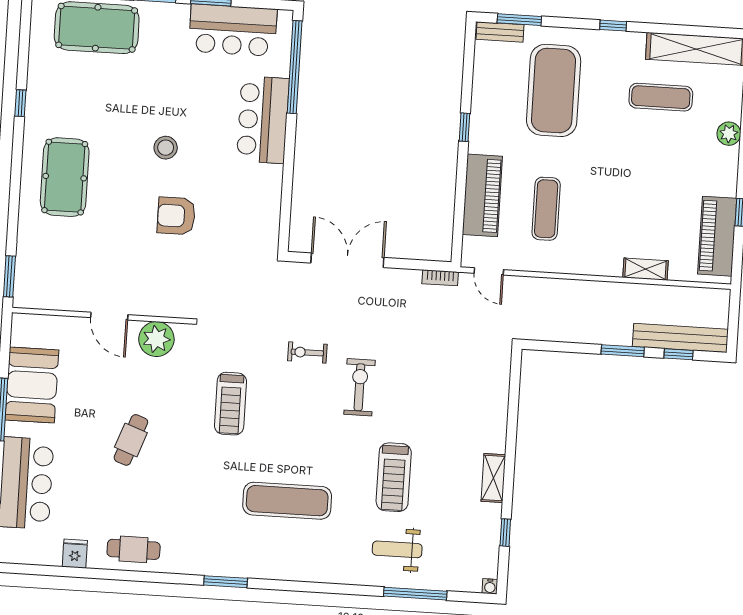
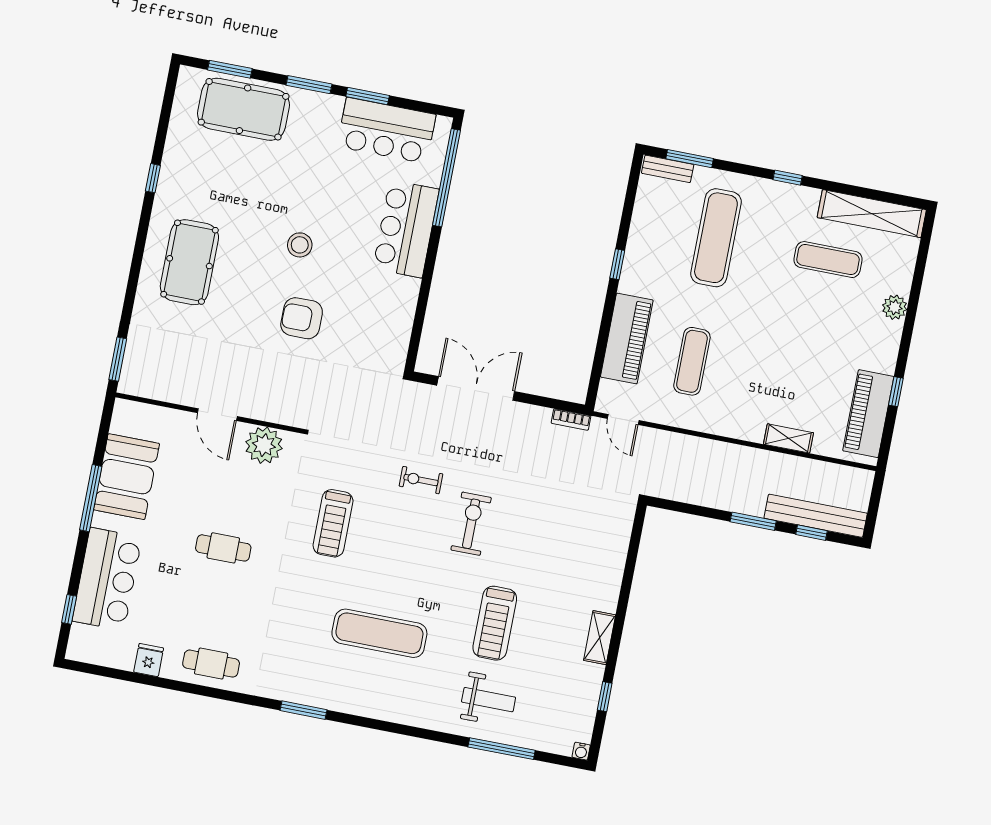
exercise mat: (554, 90) -> (716, 238), width x0.68
cafe table: (131, 440) -> (223, 548), turned 70
weight bench: (397, 549) -> (489, 700), turned 180

